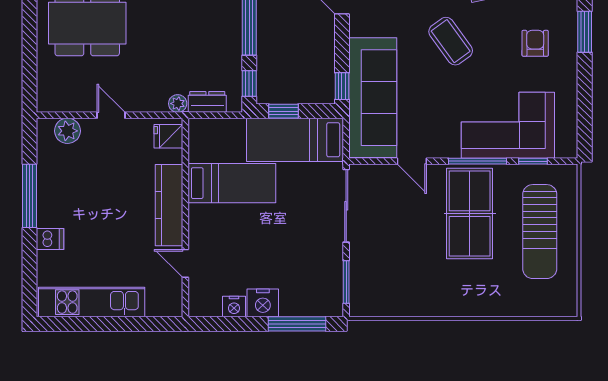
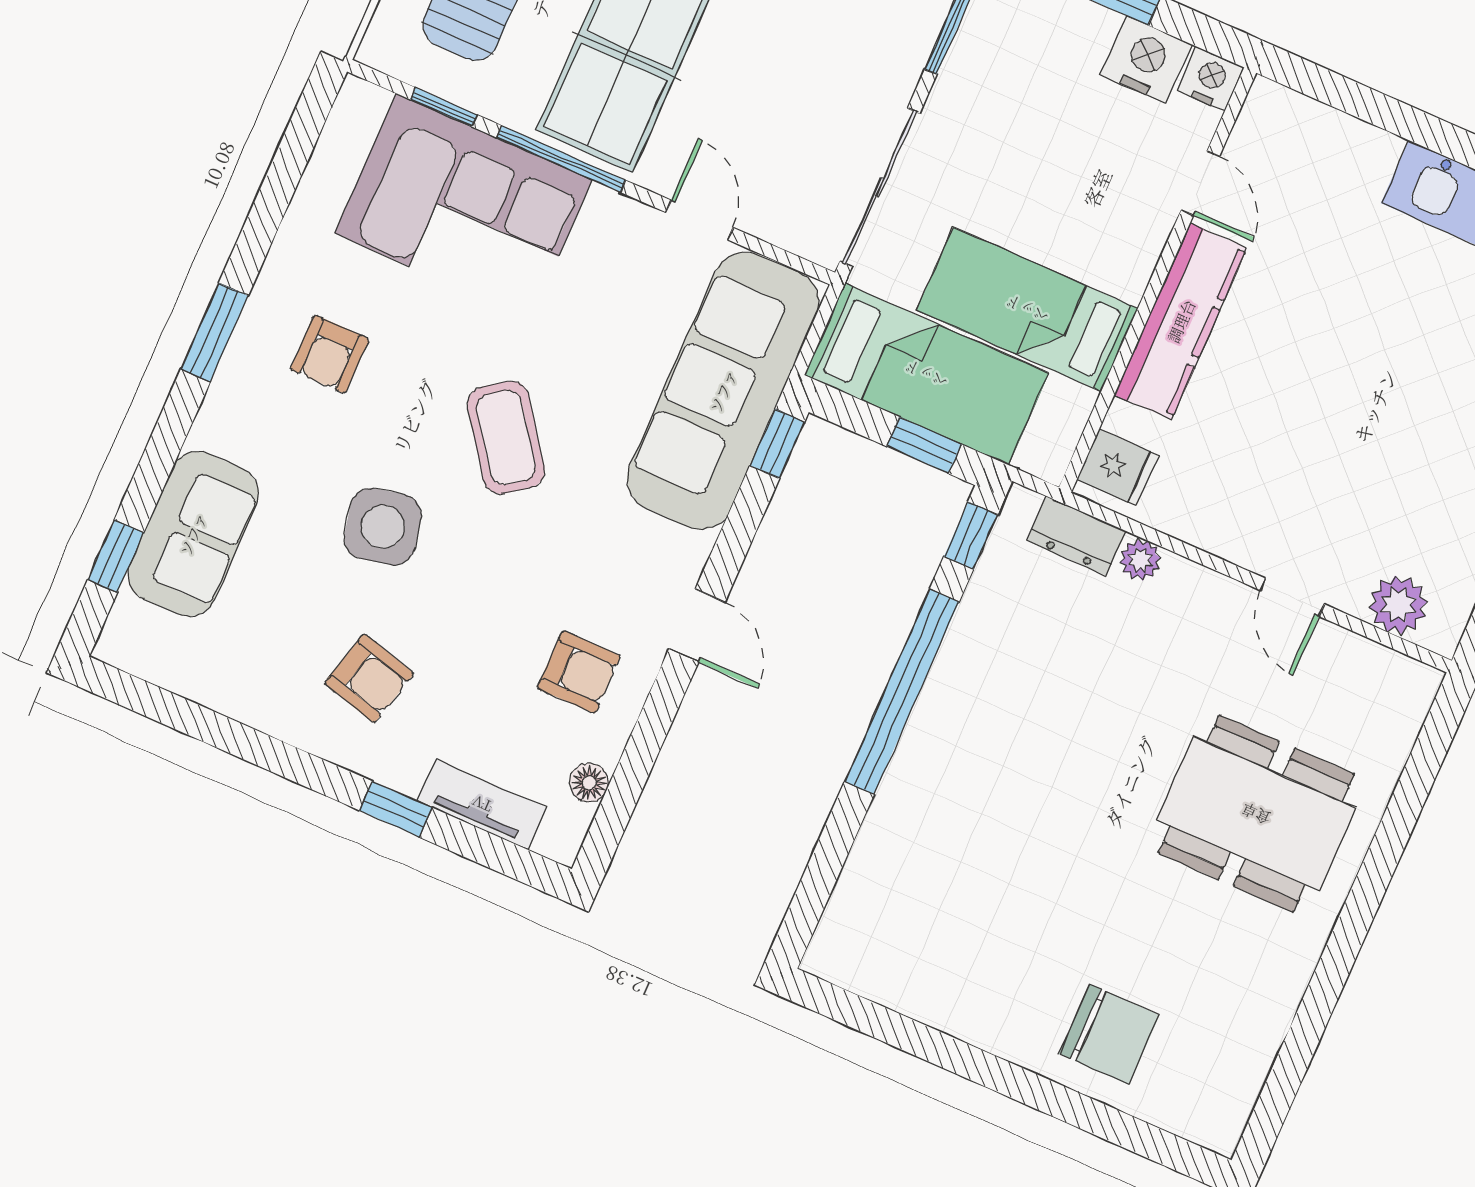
fridge: (168, 136) -> (1118, 467), moved
bed: (232, 183) -> (1027, 309), moved
kitchen counter: (169, 205) -> (1181, 321), moved
wall: (185, 218) -> (1158, 280), moved
door: (185, 263) -> (1200, 183), moved

